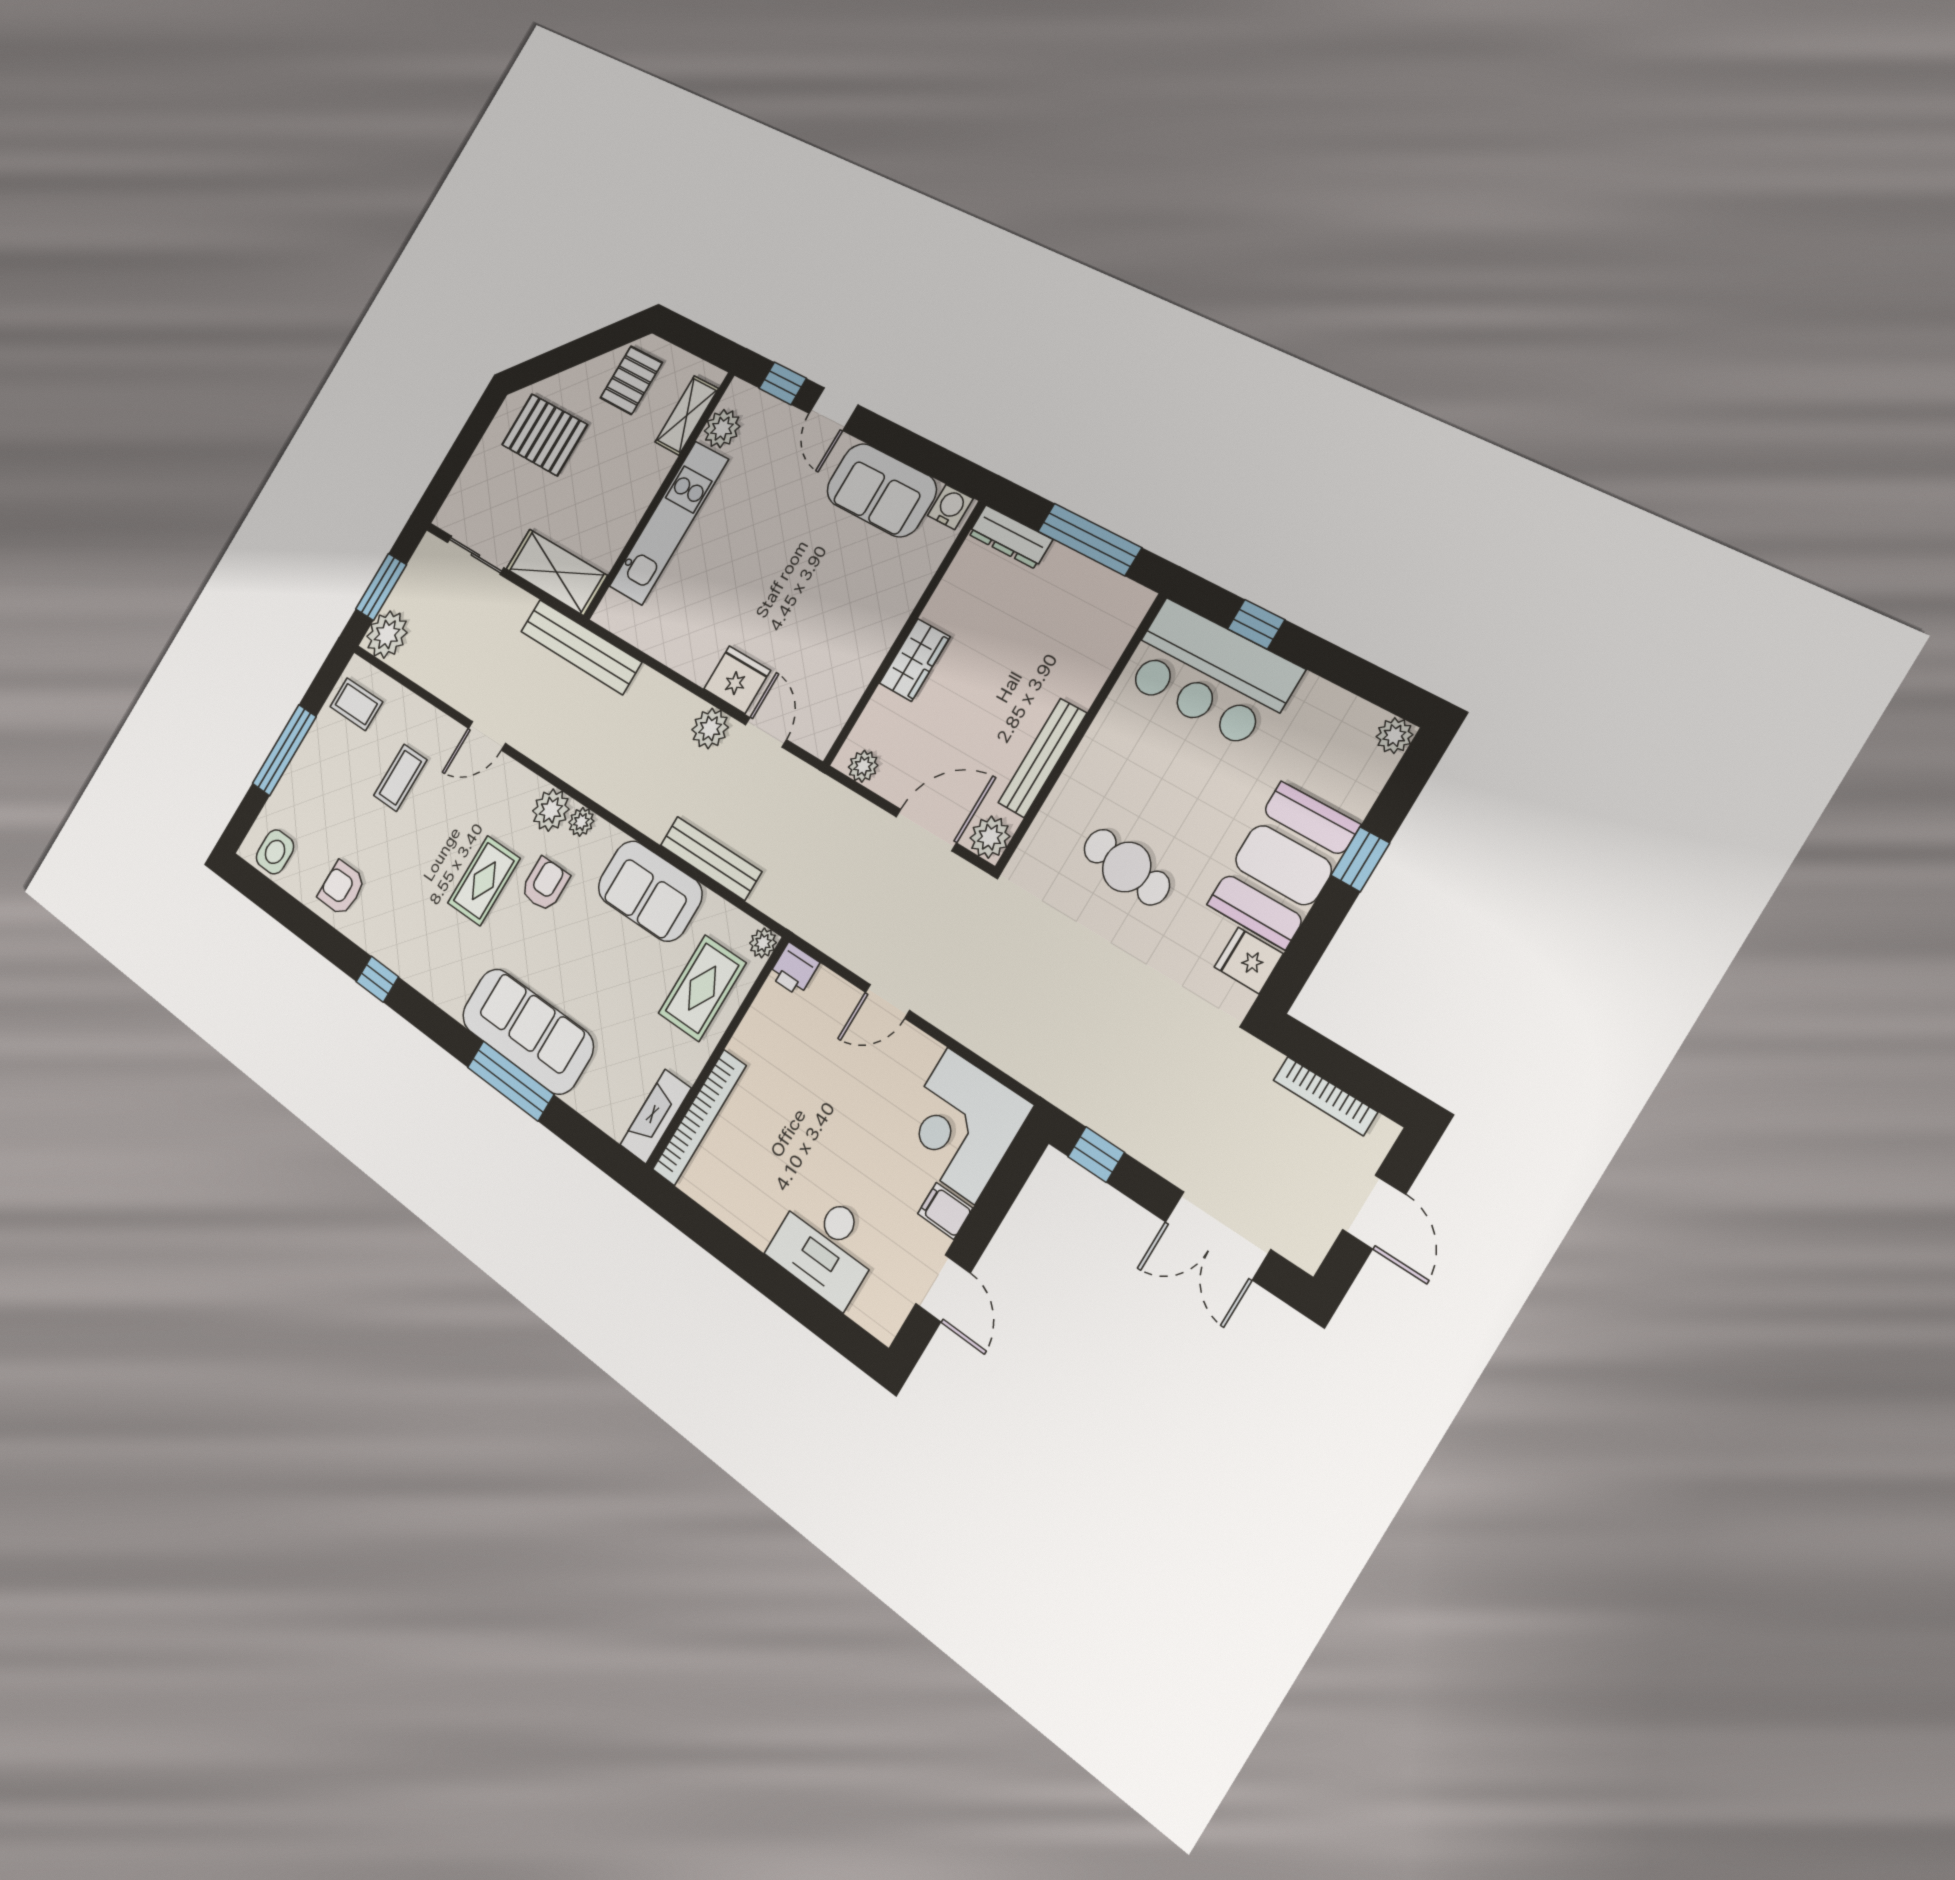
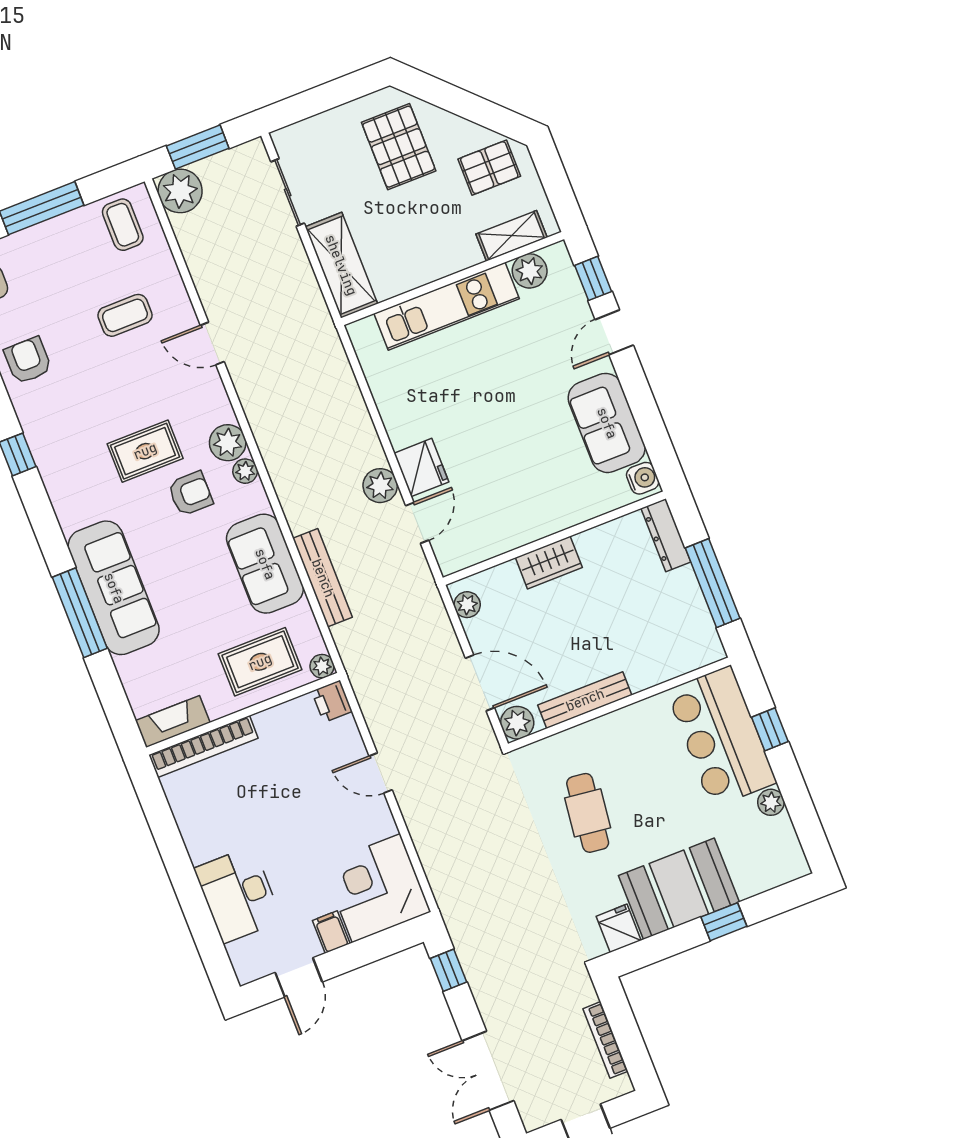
bench: (581, 647) -> (325, 340), removed
plant: (1394, 736) -> (771, 802), moved

